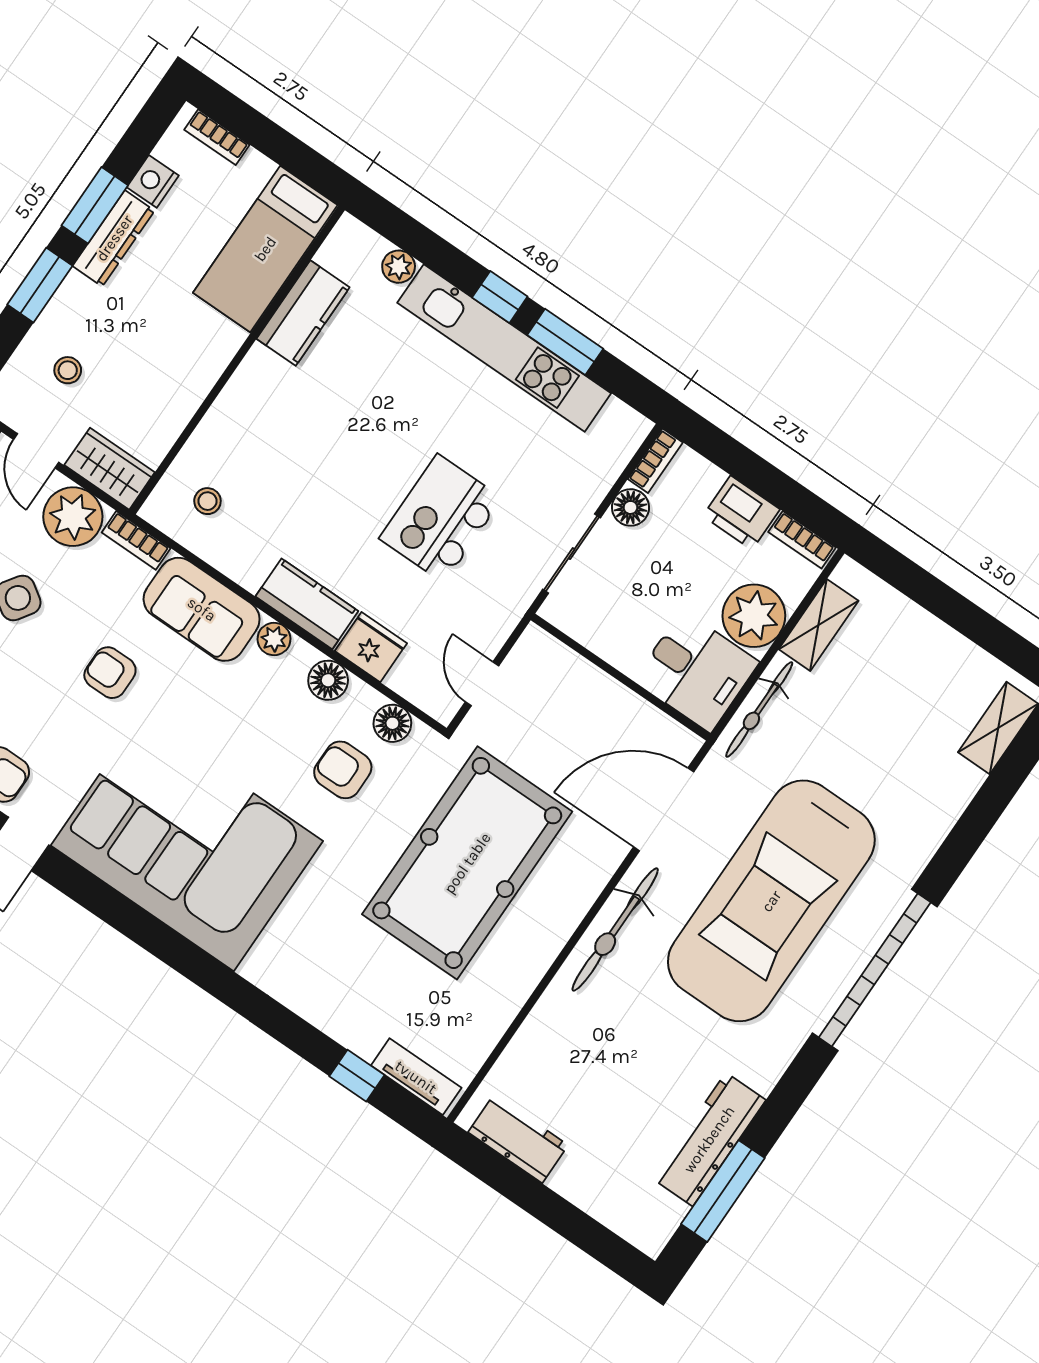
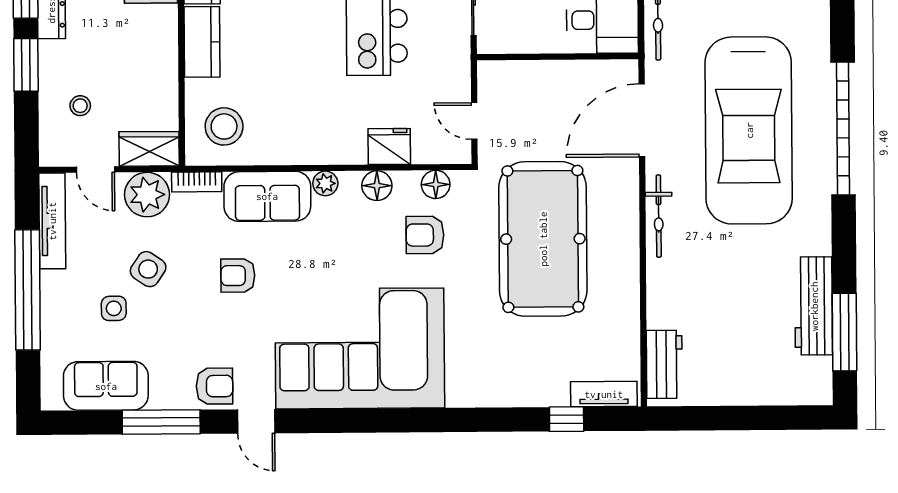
stool: (207, 501) -> (224, 126), width x1.89, depth x1.89
kitchen counter: (307, 604) -> (202, 42), moved, turned 90
bicycle: (615, 929) -> (659, 216), width x0.73, depth x0.71
workbench: (518, 1139) -> (664, 364), moved, turned 90

